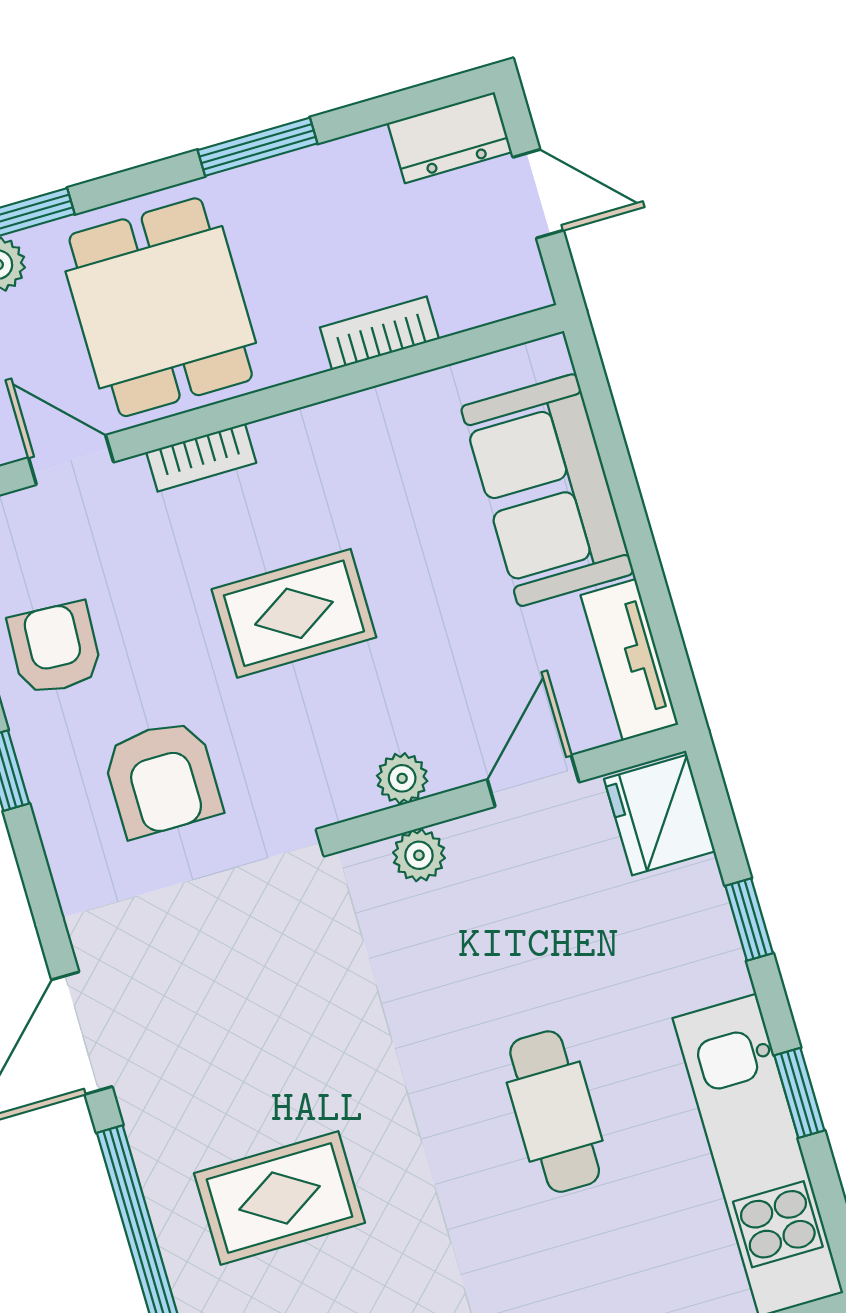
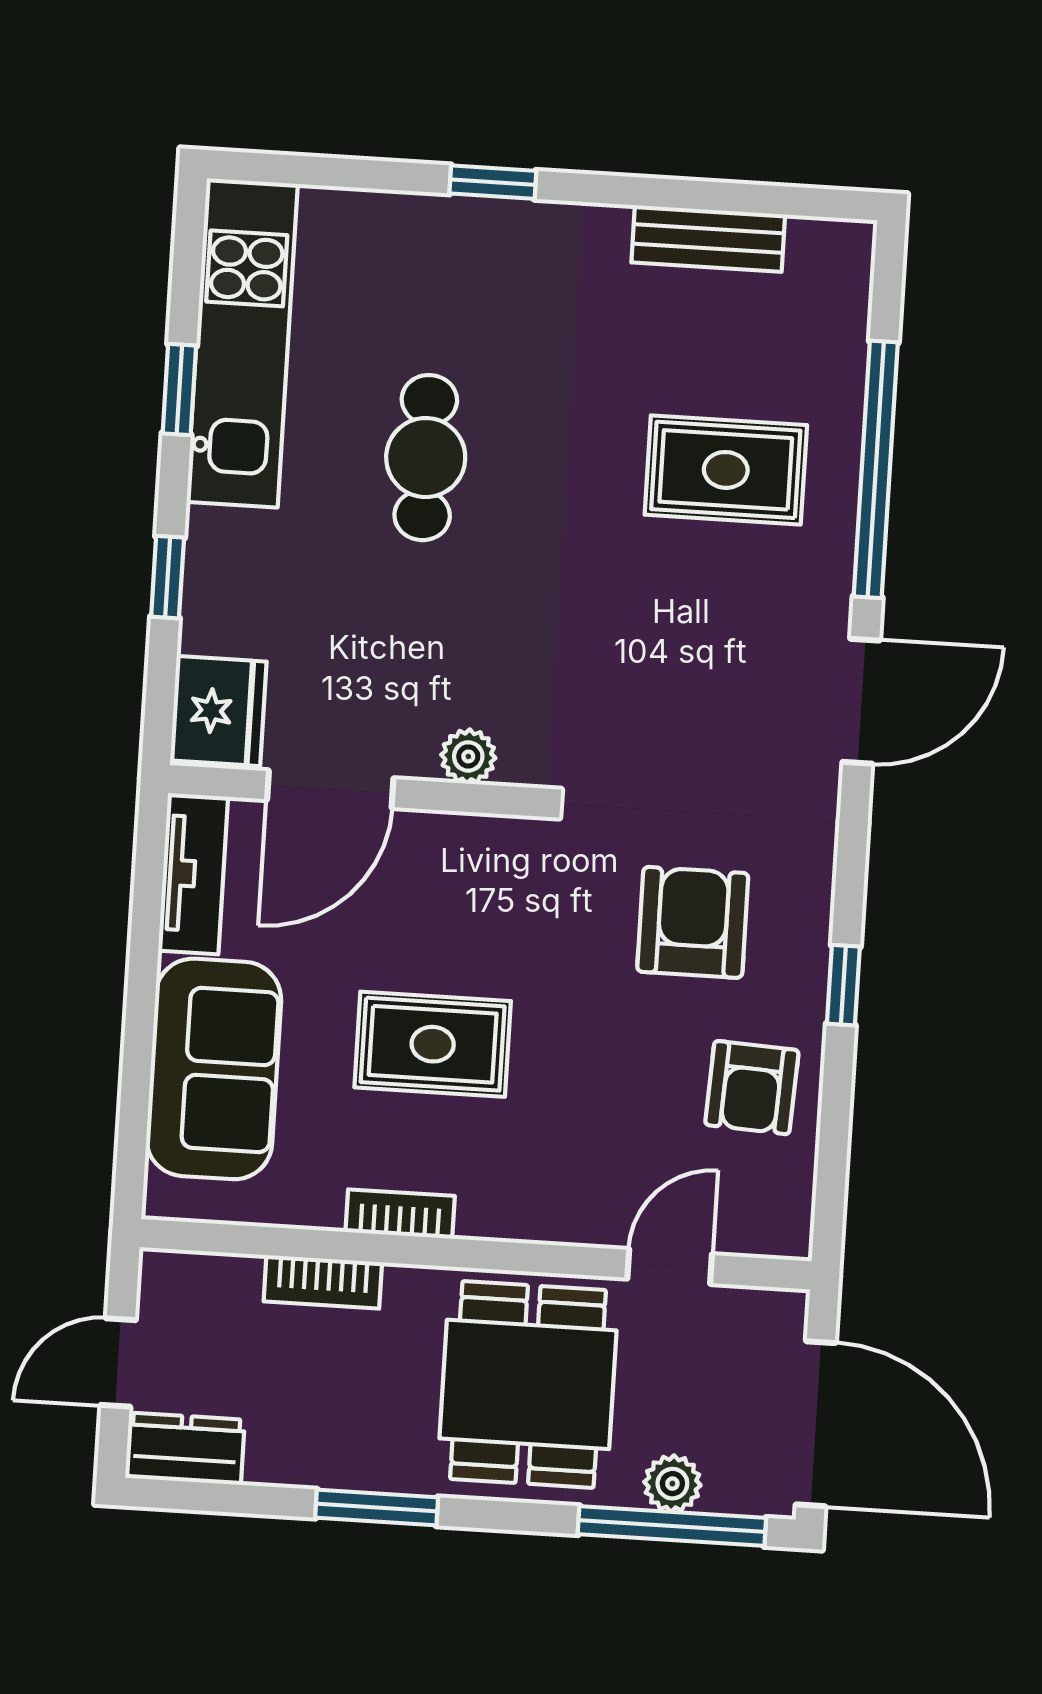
door: (538, 194) -> (118, 1363), hinge flipped
bookcase: (201, 458) -> (400, 1214), moved
door: (71, 460) -> (670, 1266), swing flipped
rug: (294, 613) -> (433, 1044), moved
plant: (402, 778) -> (458, 838), removed
door: (533, 781) -> (330, 789), width x1.38

